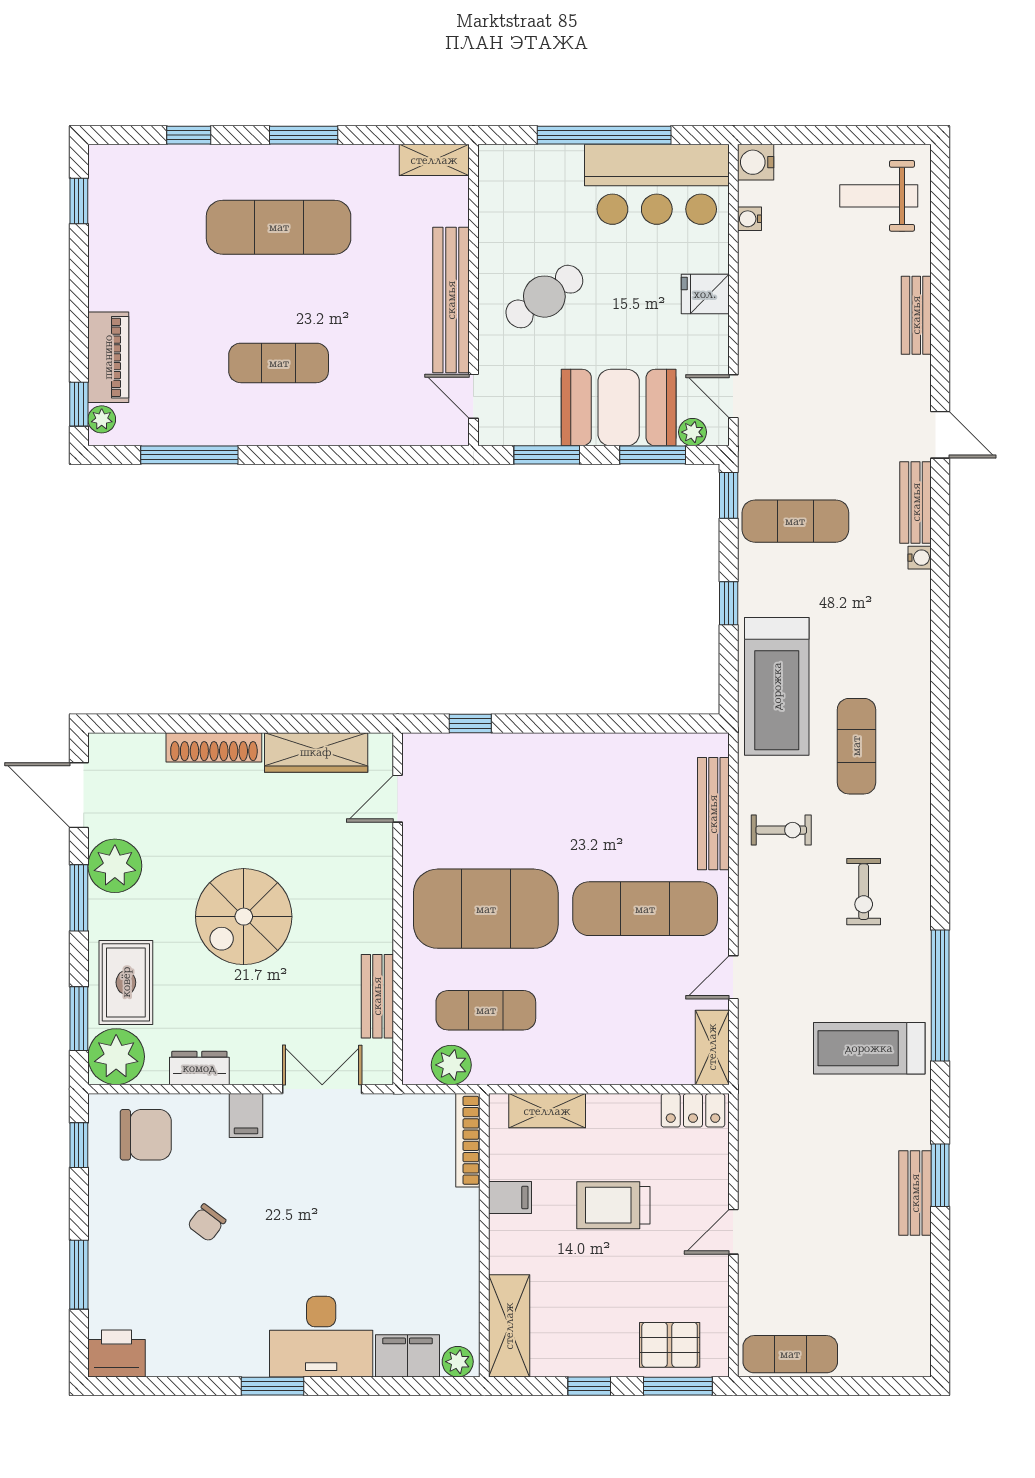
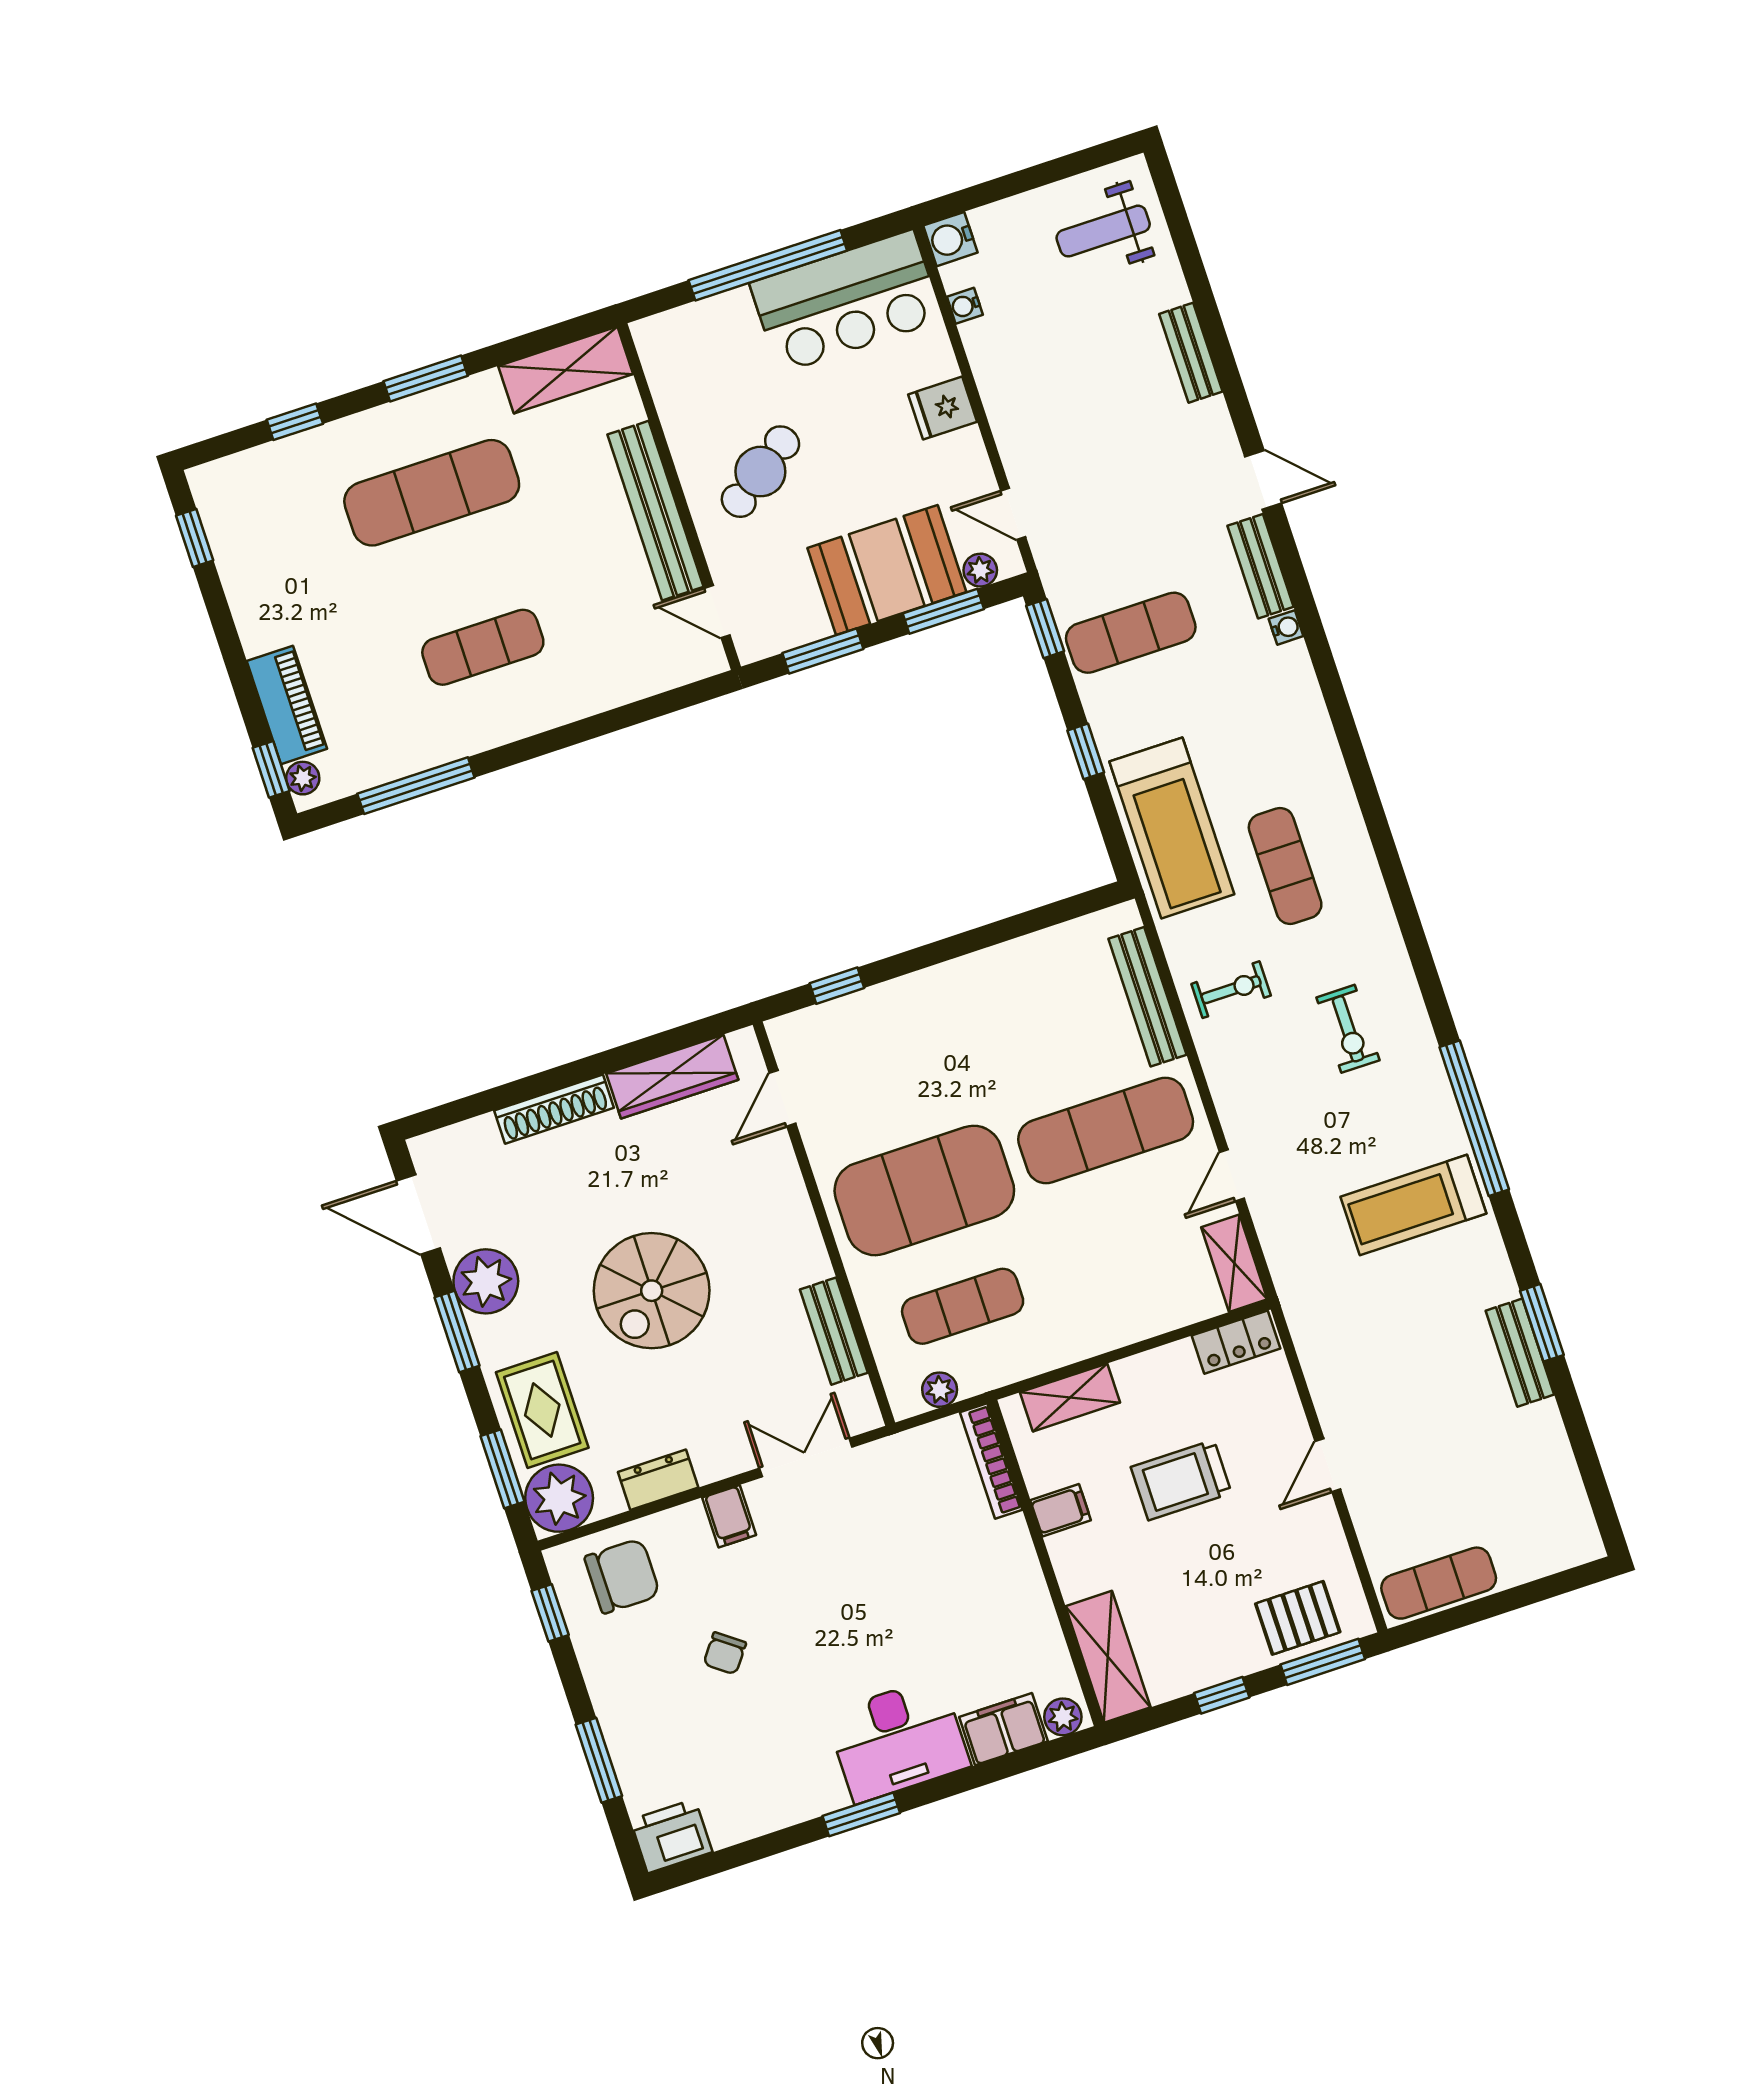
shelving: (434, 160) -> (566, 370), width x1.50, depth x1.33
plant: (451, 1065) -> (940, 1390), width x0.73, depth x0.73

